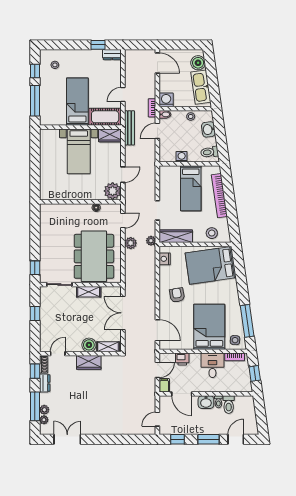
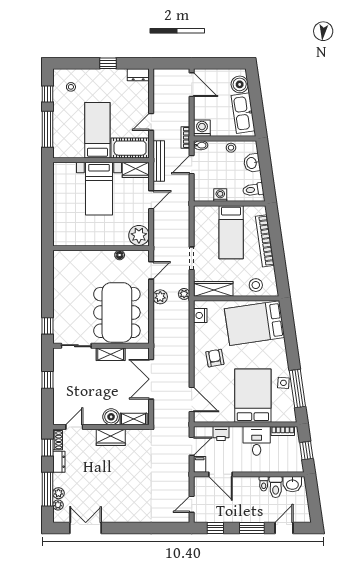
window: (98, 45) -> (108, 63), moved
door: (123, 175) -> (151, 200), moved
side table: (235, 340) -> (283, 383), moved
washbasin: (206, 402) -> (292, 484), moved

